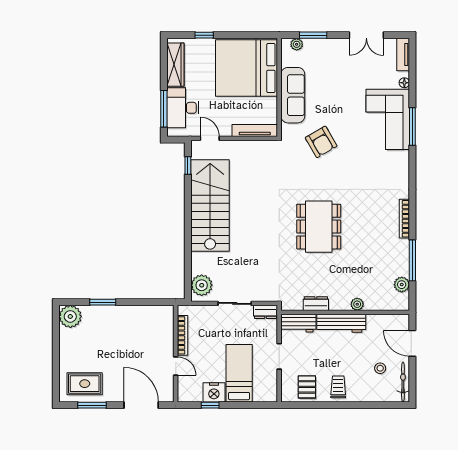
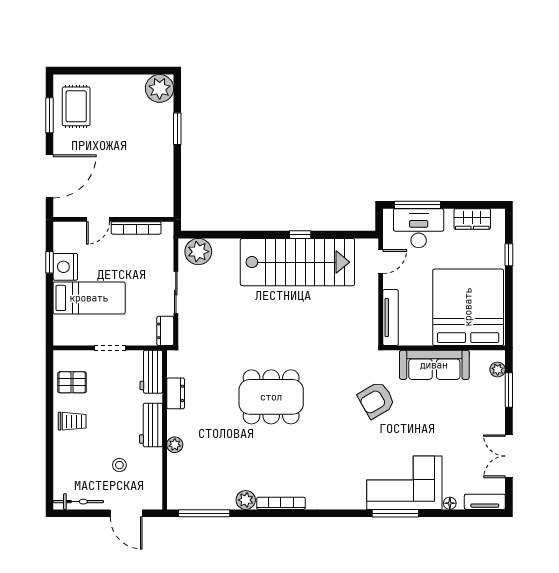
wardrobe: (175, 65) -> (472, 219), width x0.67
window: (188, 165) -> (300, 235), moved
window: (412, 260) -> (204, 513), moved
plant: (402, 285) -> (246, 500), moved
workbench: (341, 323) -> (151, 425), width x0.73
door: (412, 343) -> (126, 513), swing flipped
stool: (380, 368) -> (119, 465), moved

